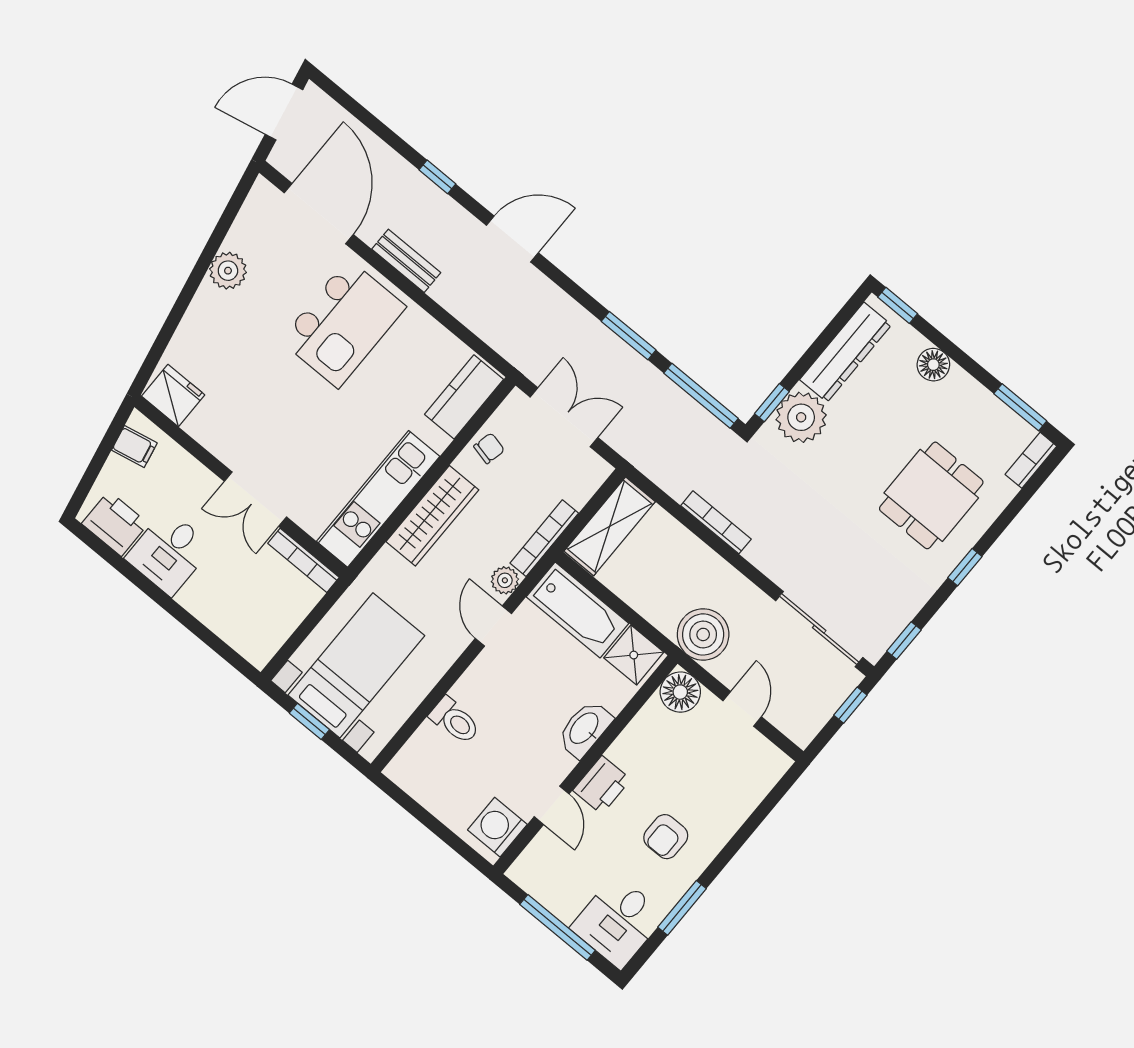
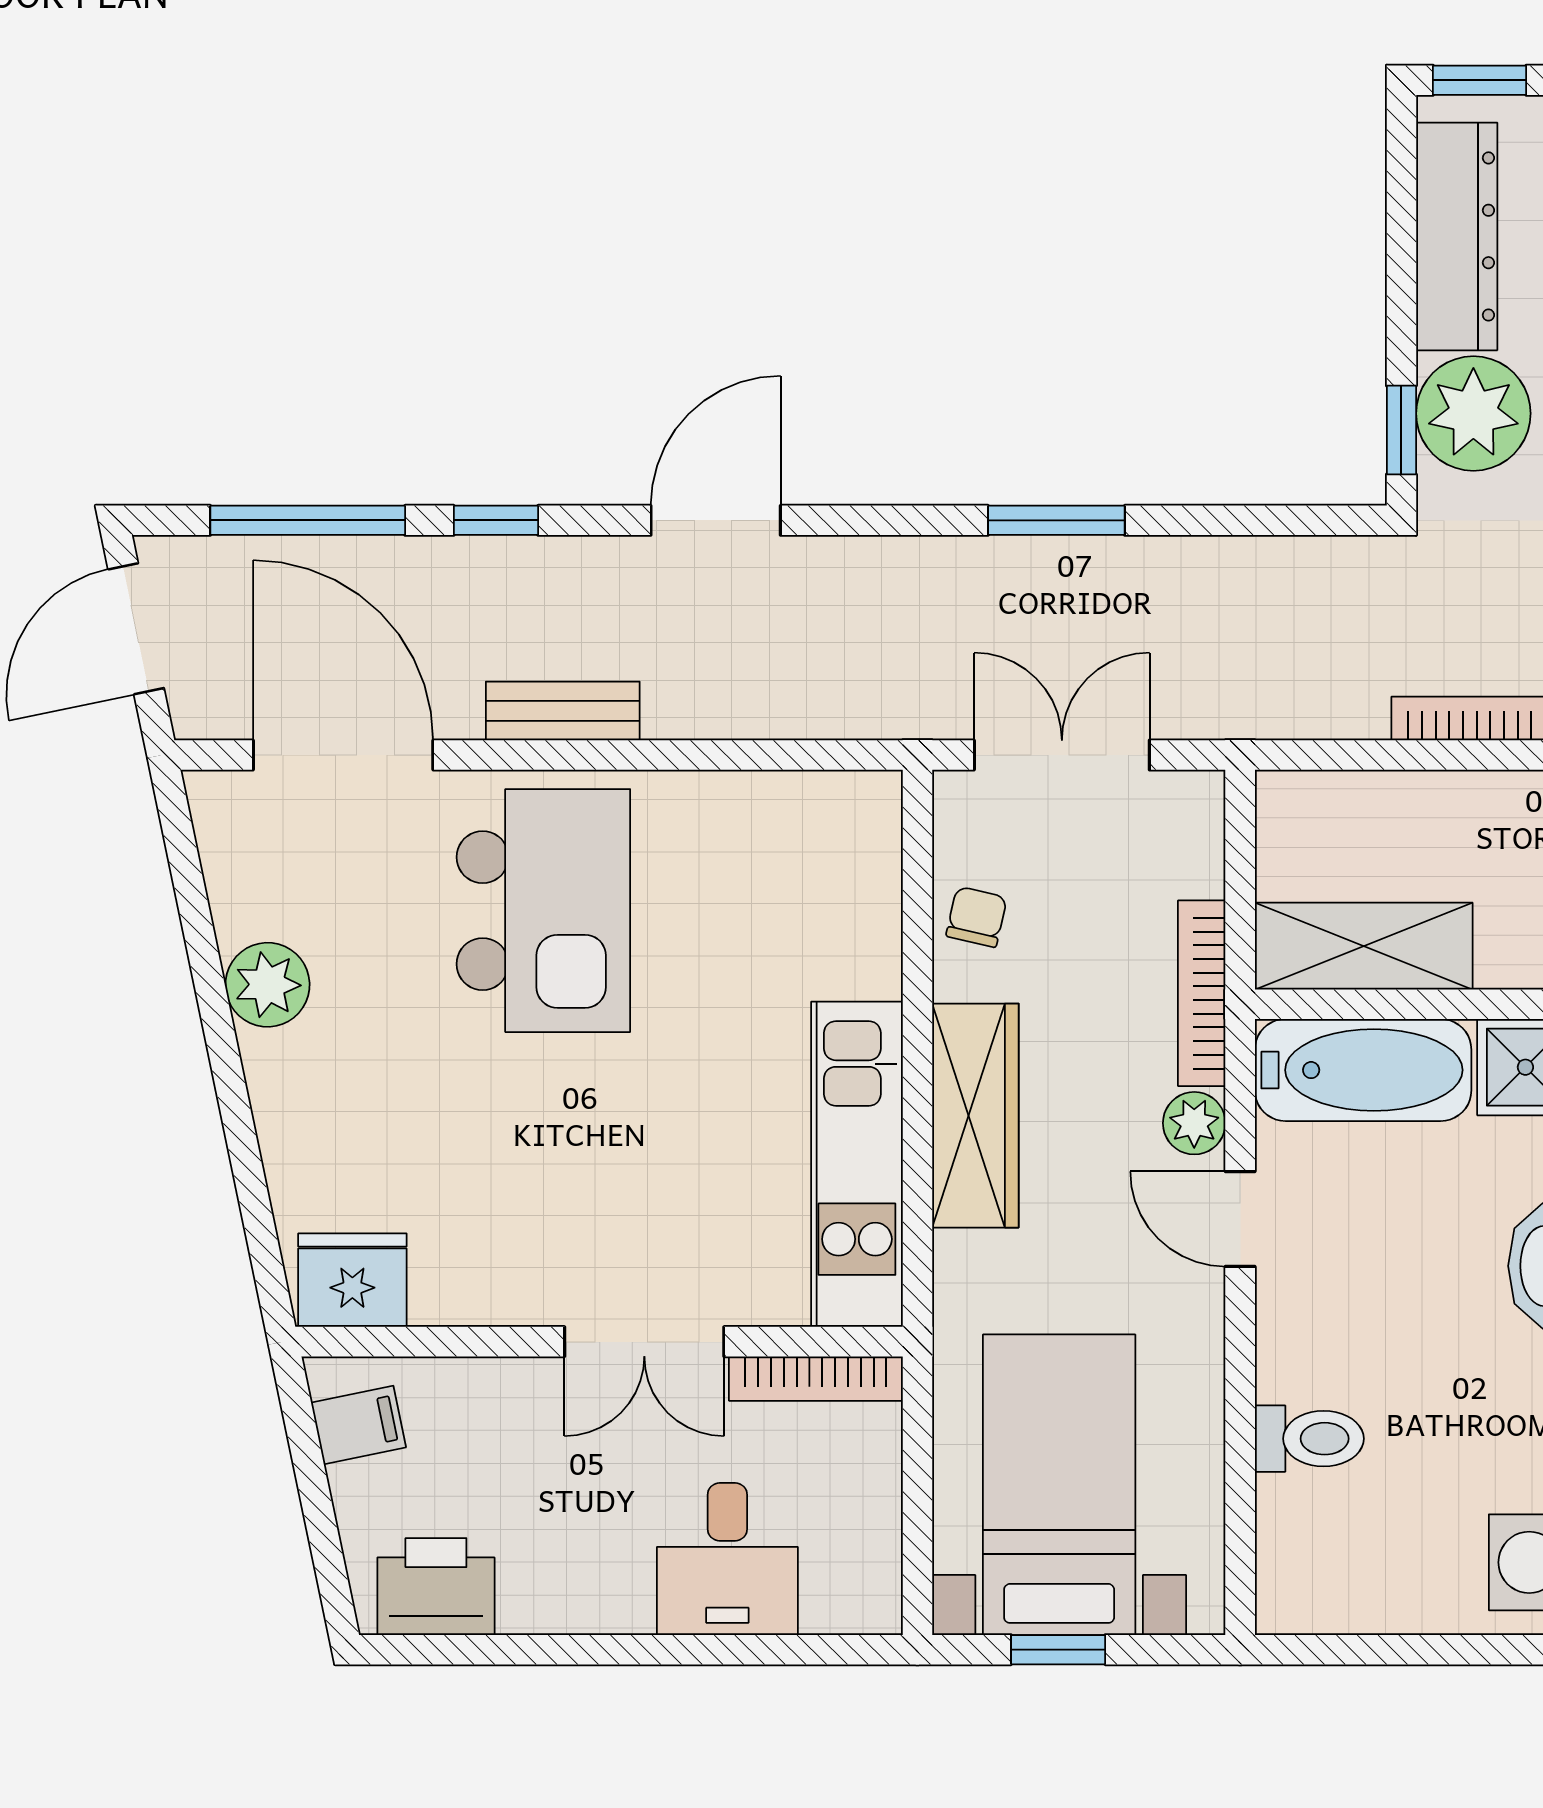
window: (701, 396) -> (308, 520), moved
kitchen counter: (464, 397) -> (859, 864), removed
shelving: (610, 526) -> (1364, 946), moved, turned 90
desk: (169, 552) -> (727, 1559), moved

